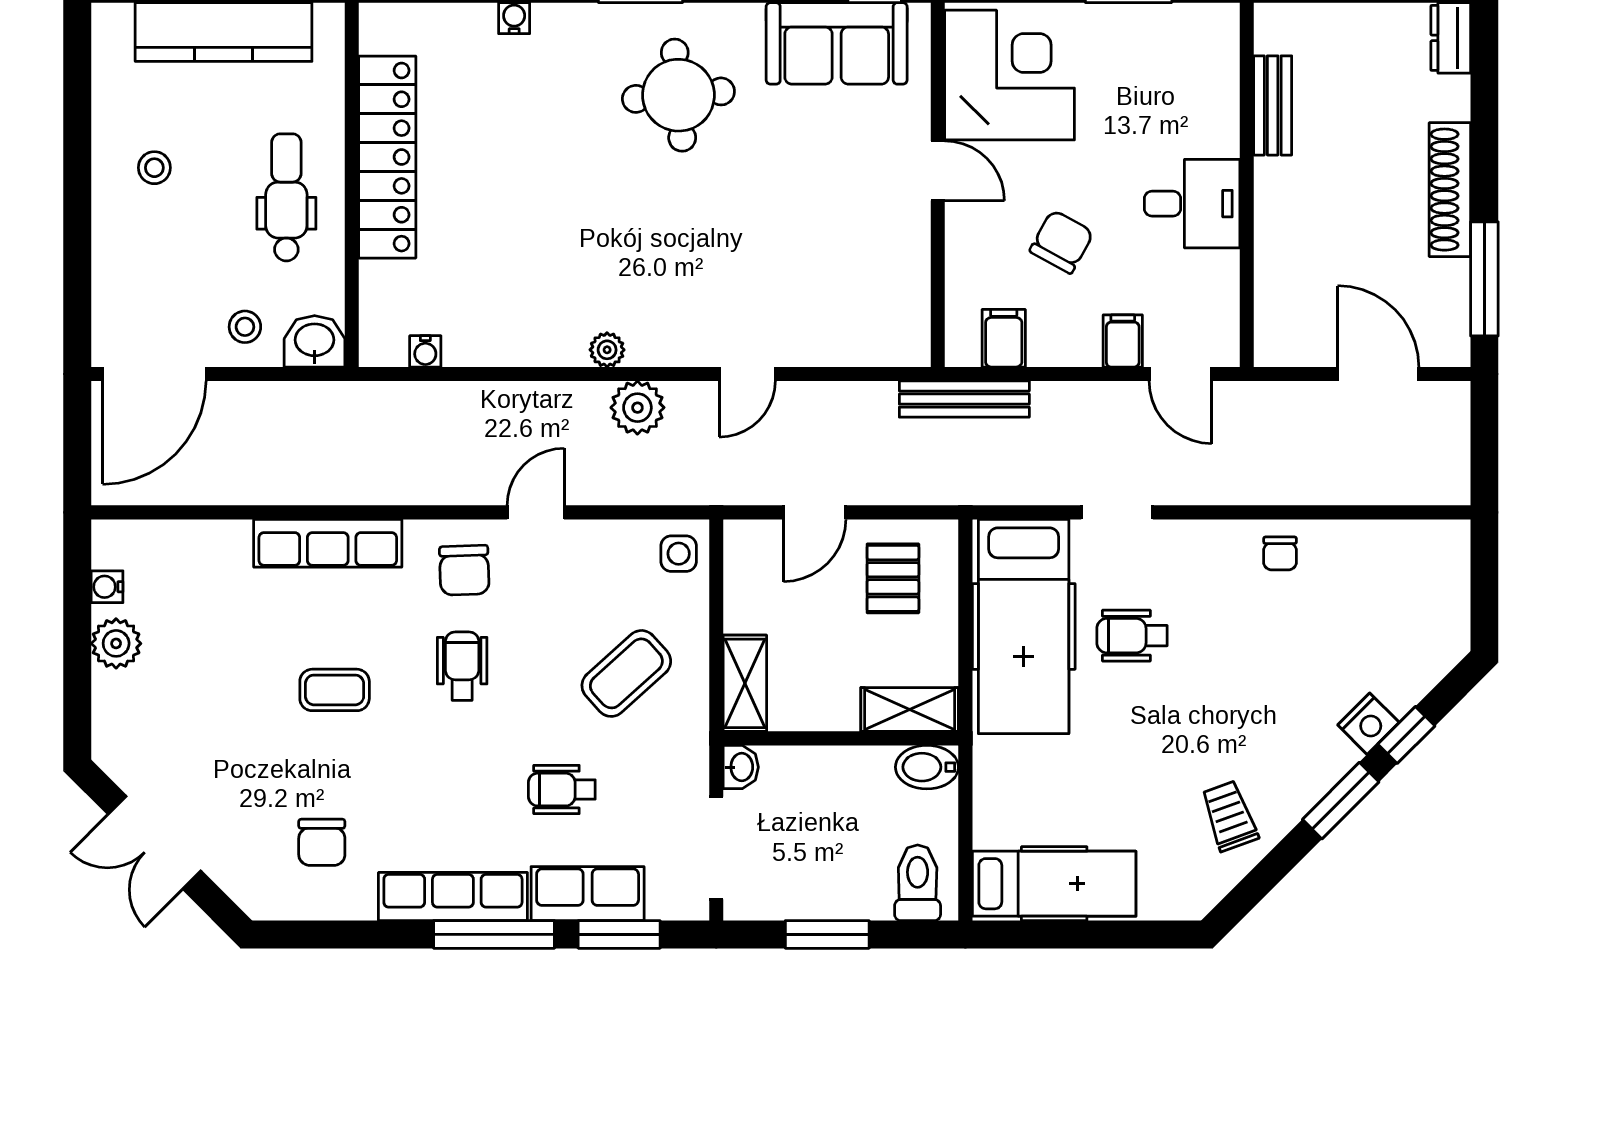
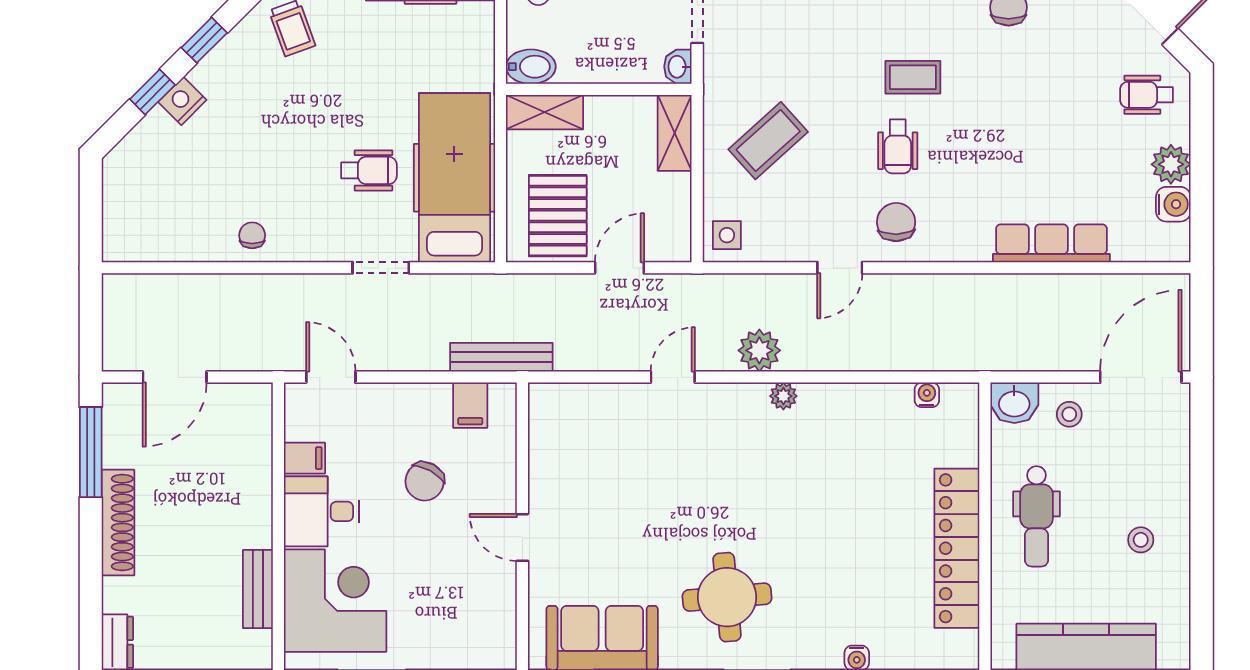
corner desk: (1010, 75) -> (335, 601), moved, turned 180
filing cabinet: (1123, 341) -> (304, 458), moved, turned -90
door: (1378, 374) -> (175, 377), hinge flipped
row of seats: (328, 543) -> (1051, 243), moved
pallet: (893, 578) -> (558, 216), width x1.50, depth x1.42
water cooler: (107, 587) -> (1173, 204), width x1.38, depth x1.38
coffee table: (335, 690) -> (913, 77), moved
wheelchair: (562, 790) -> (1147, 95), moved, turned 180
window: (1341, 801) -> (204, 40), width x0.67

